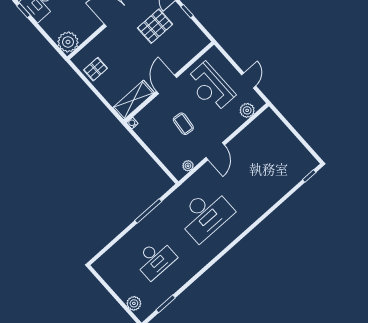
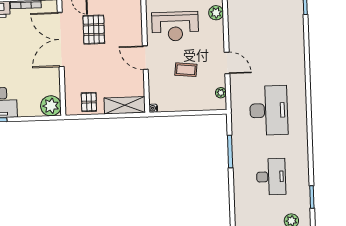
shelving: (134, 100) -> (125, 105), moved, turned 90

